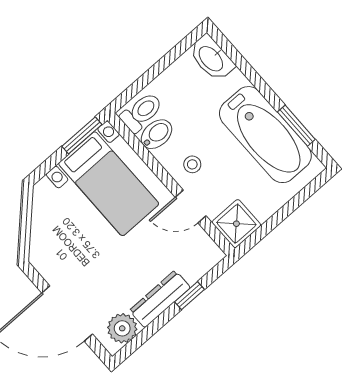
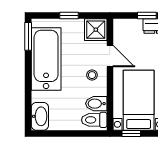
window: (296, 126) -> (28, 36), moved
window: (82, 135) -> (131, 133), width x0.67
window: (284, 212) -> (69, 15), added

